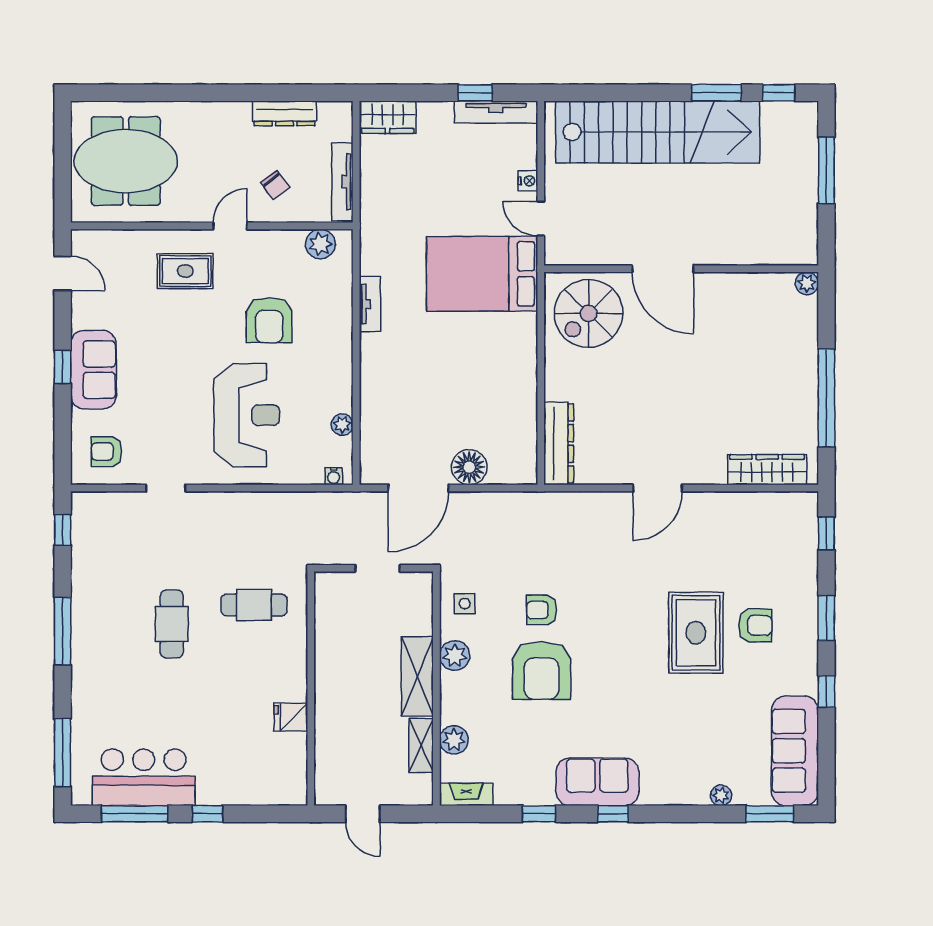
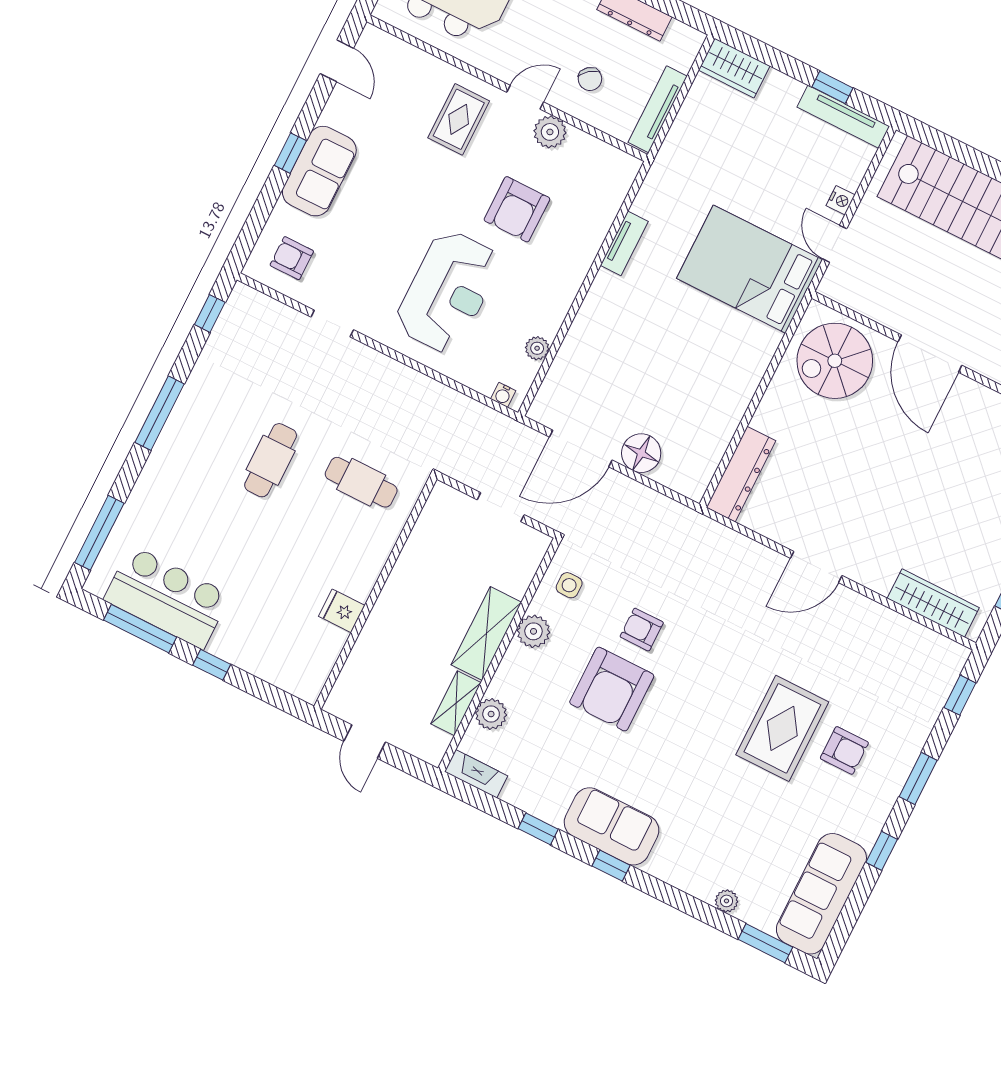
plant: (320, 244) -> (550, 132), moved
rug: (185, 271) -> (459, 119), turned 90

